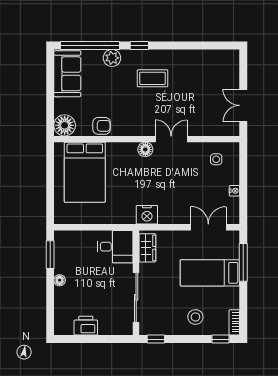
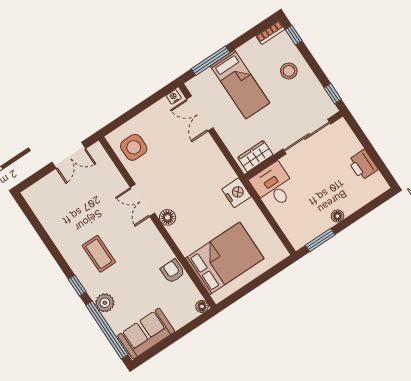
floor lamp: (65, 125) -> (202, 306), width x0.53, depth x0.53
side table: (216, 159) -> (134, 147), width x1.87, depth x1.87
nightstand: (234, 191) -> (174, 97), moved
nightstand: (147, 215) -> (236, 193), moved

